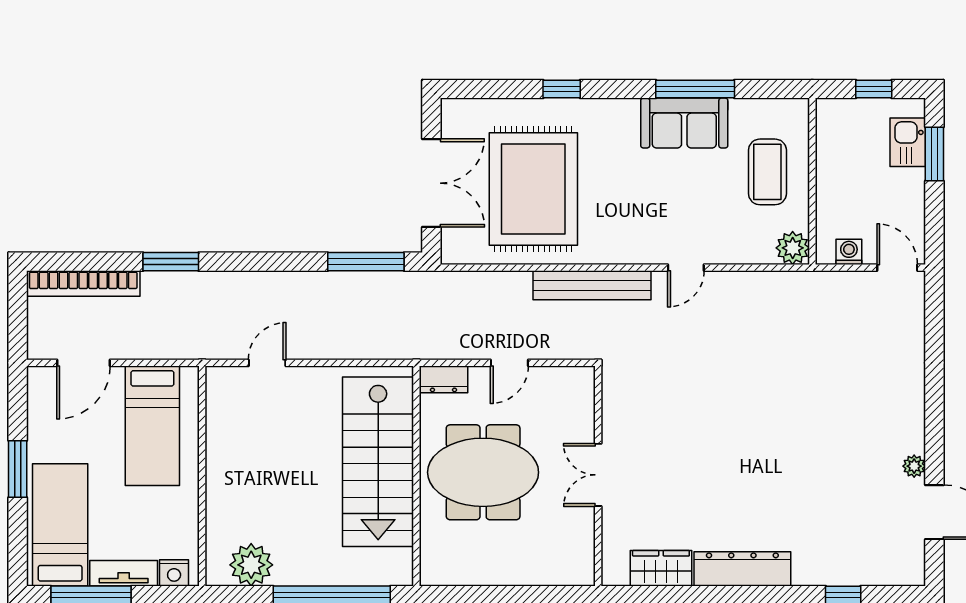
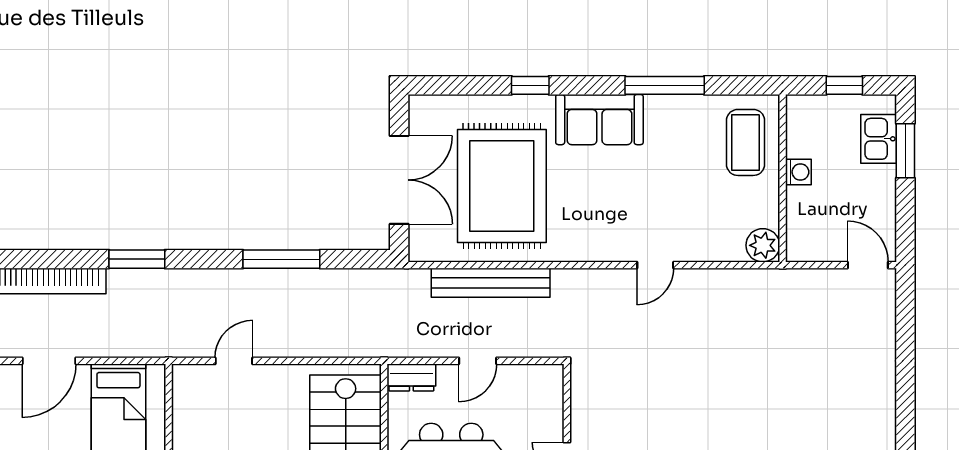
sofa: (684, 123) -> (599, 120), moved
coffee table: (767, 172) -> (746, 142), moved
washing machine: (849, 252) -> (798, 172), moved, turned 90
window: (366, 262) -> (281, 259), moved
bench: (592, 285) -> (491, 283), moved

